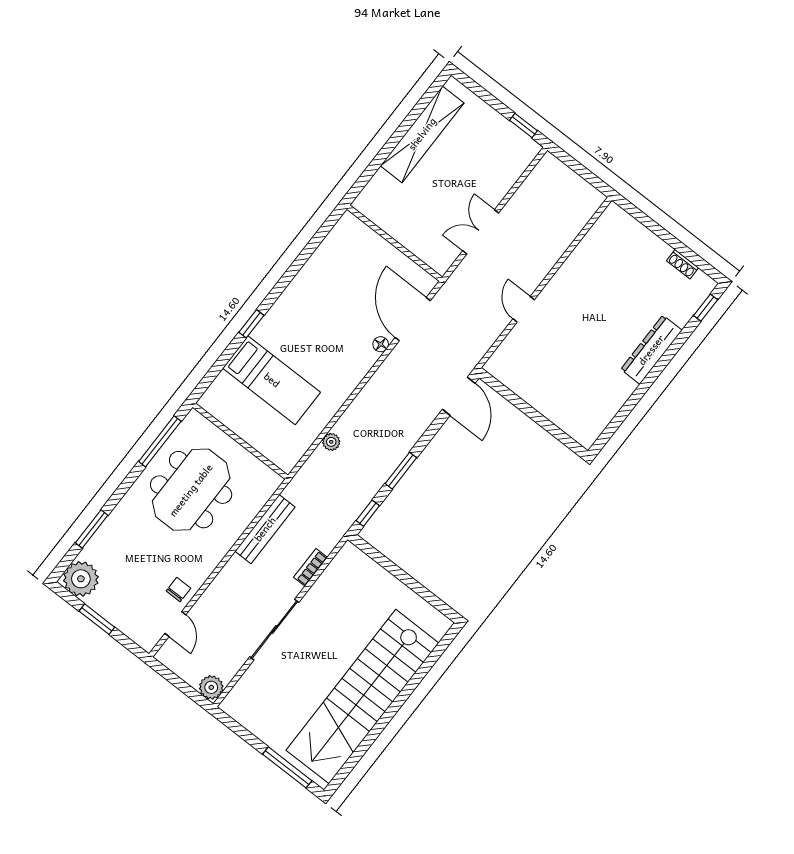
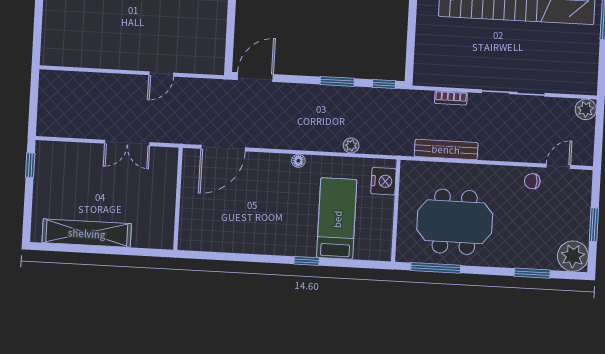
floor lamp: (381, 344) -> (298, 161), moved
nightstand: (276, 449) -> (383, 181), added

